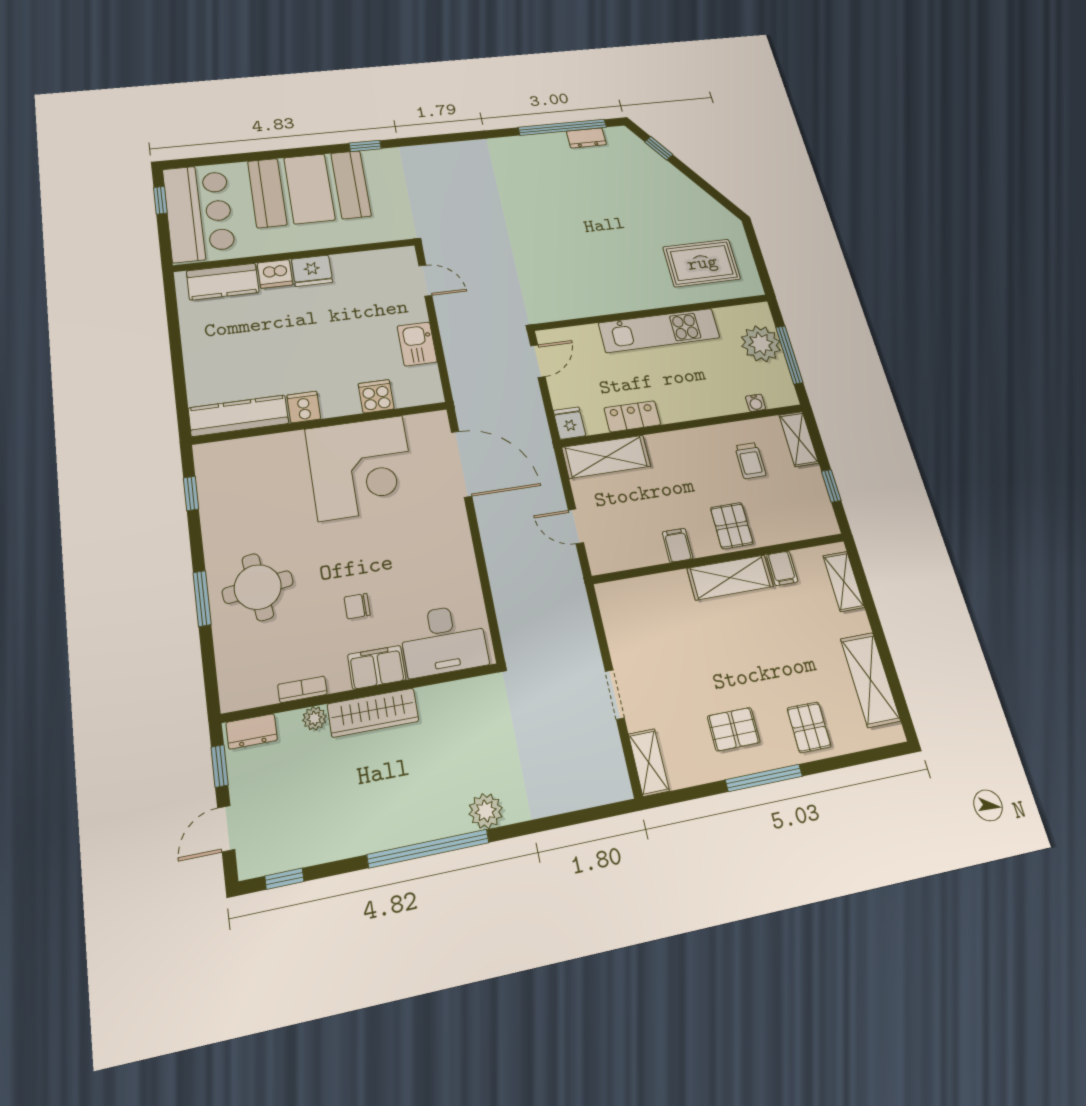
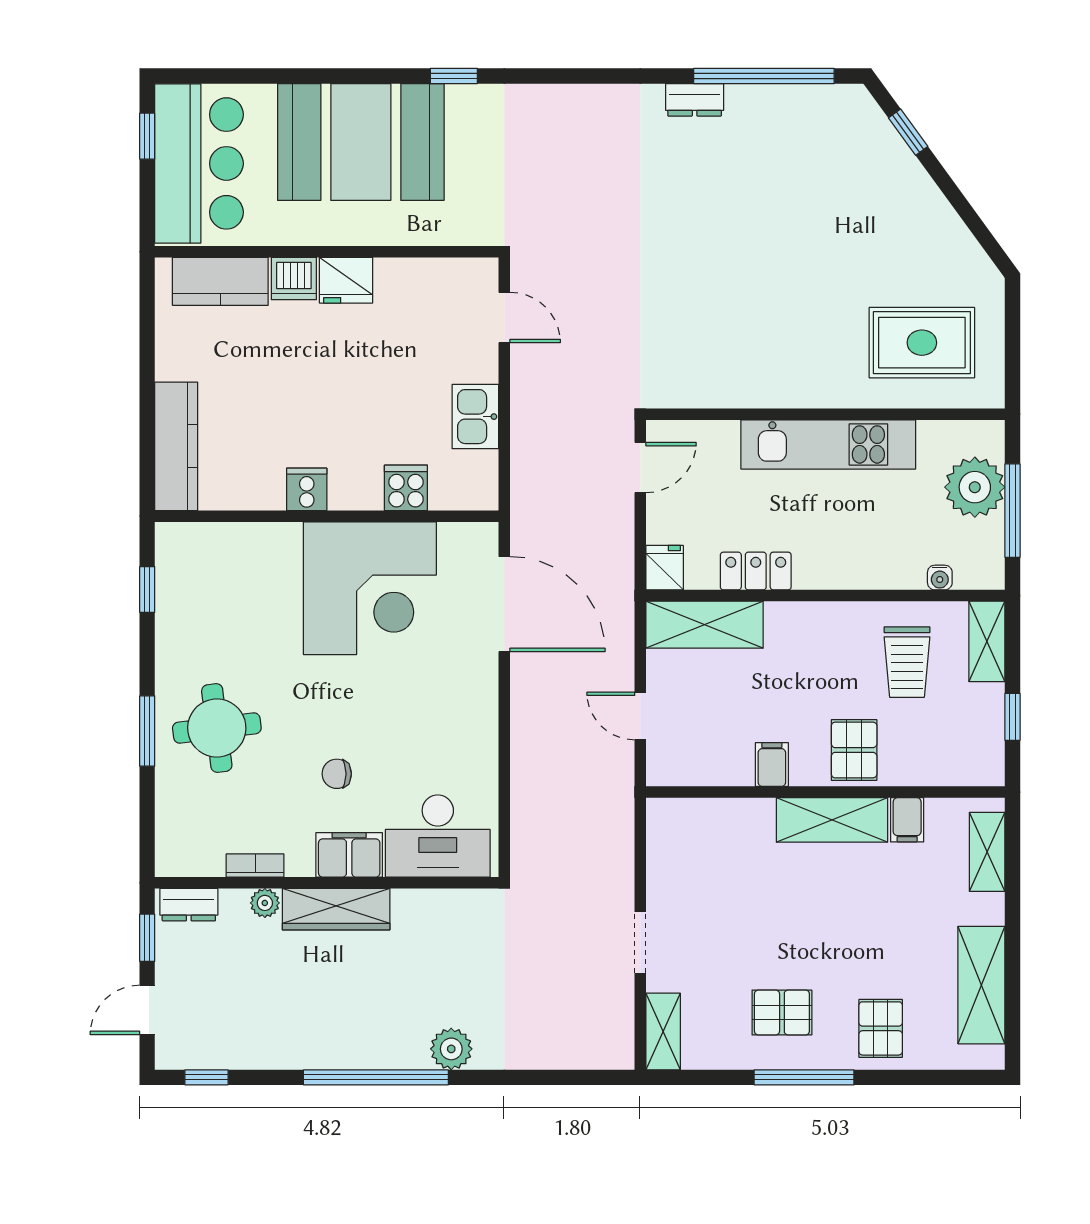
dresser: (586, 138) -> (695, 100), moved
kitchen counter: (239, 416) -> (176, 446), moved, turned 90
trolley: (750, 461) -> (907, 662), width x1.36, depth x1.39

